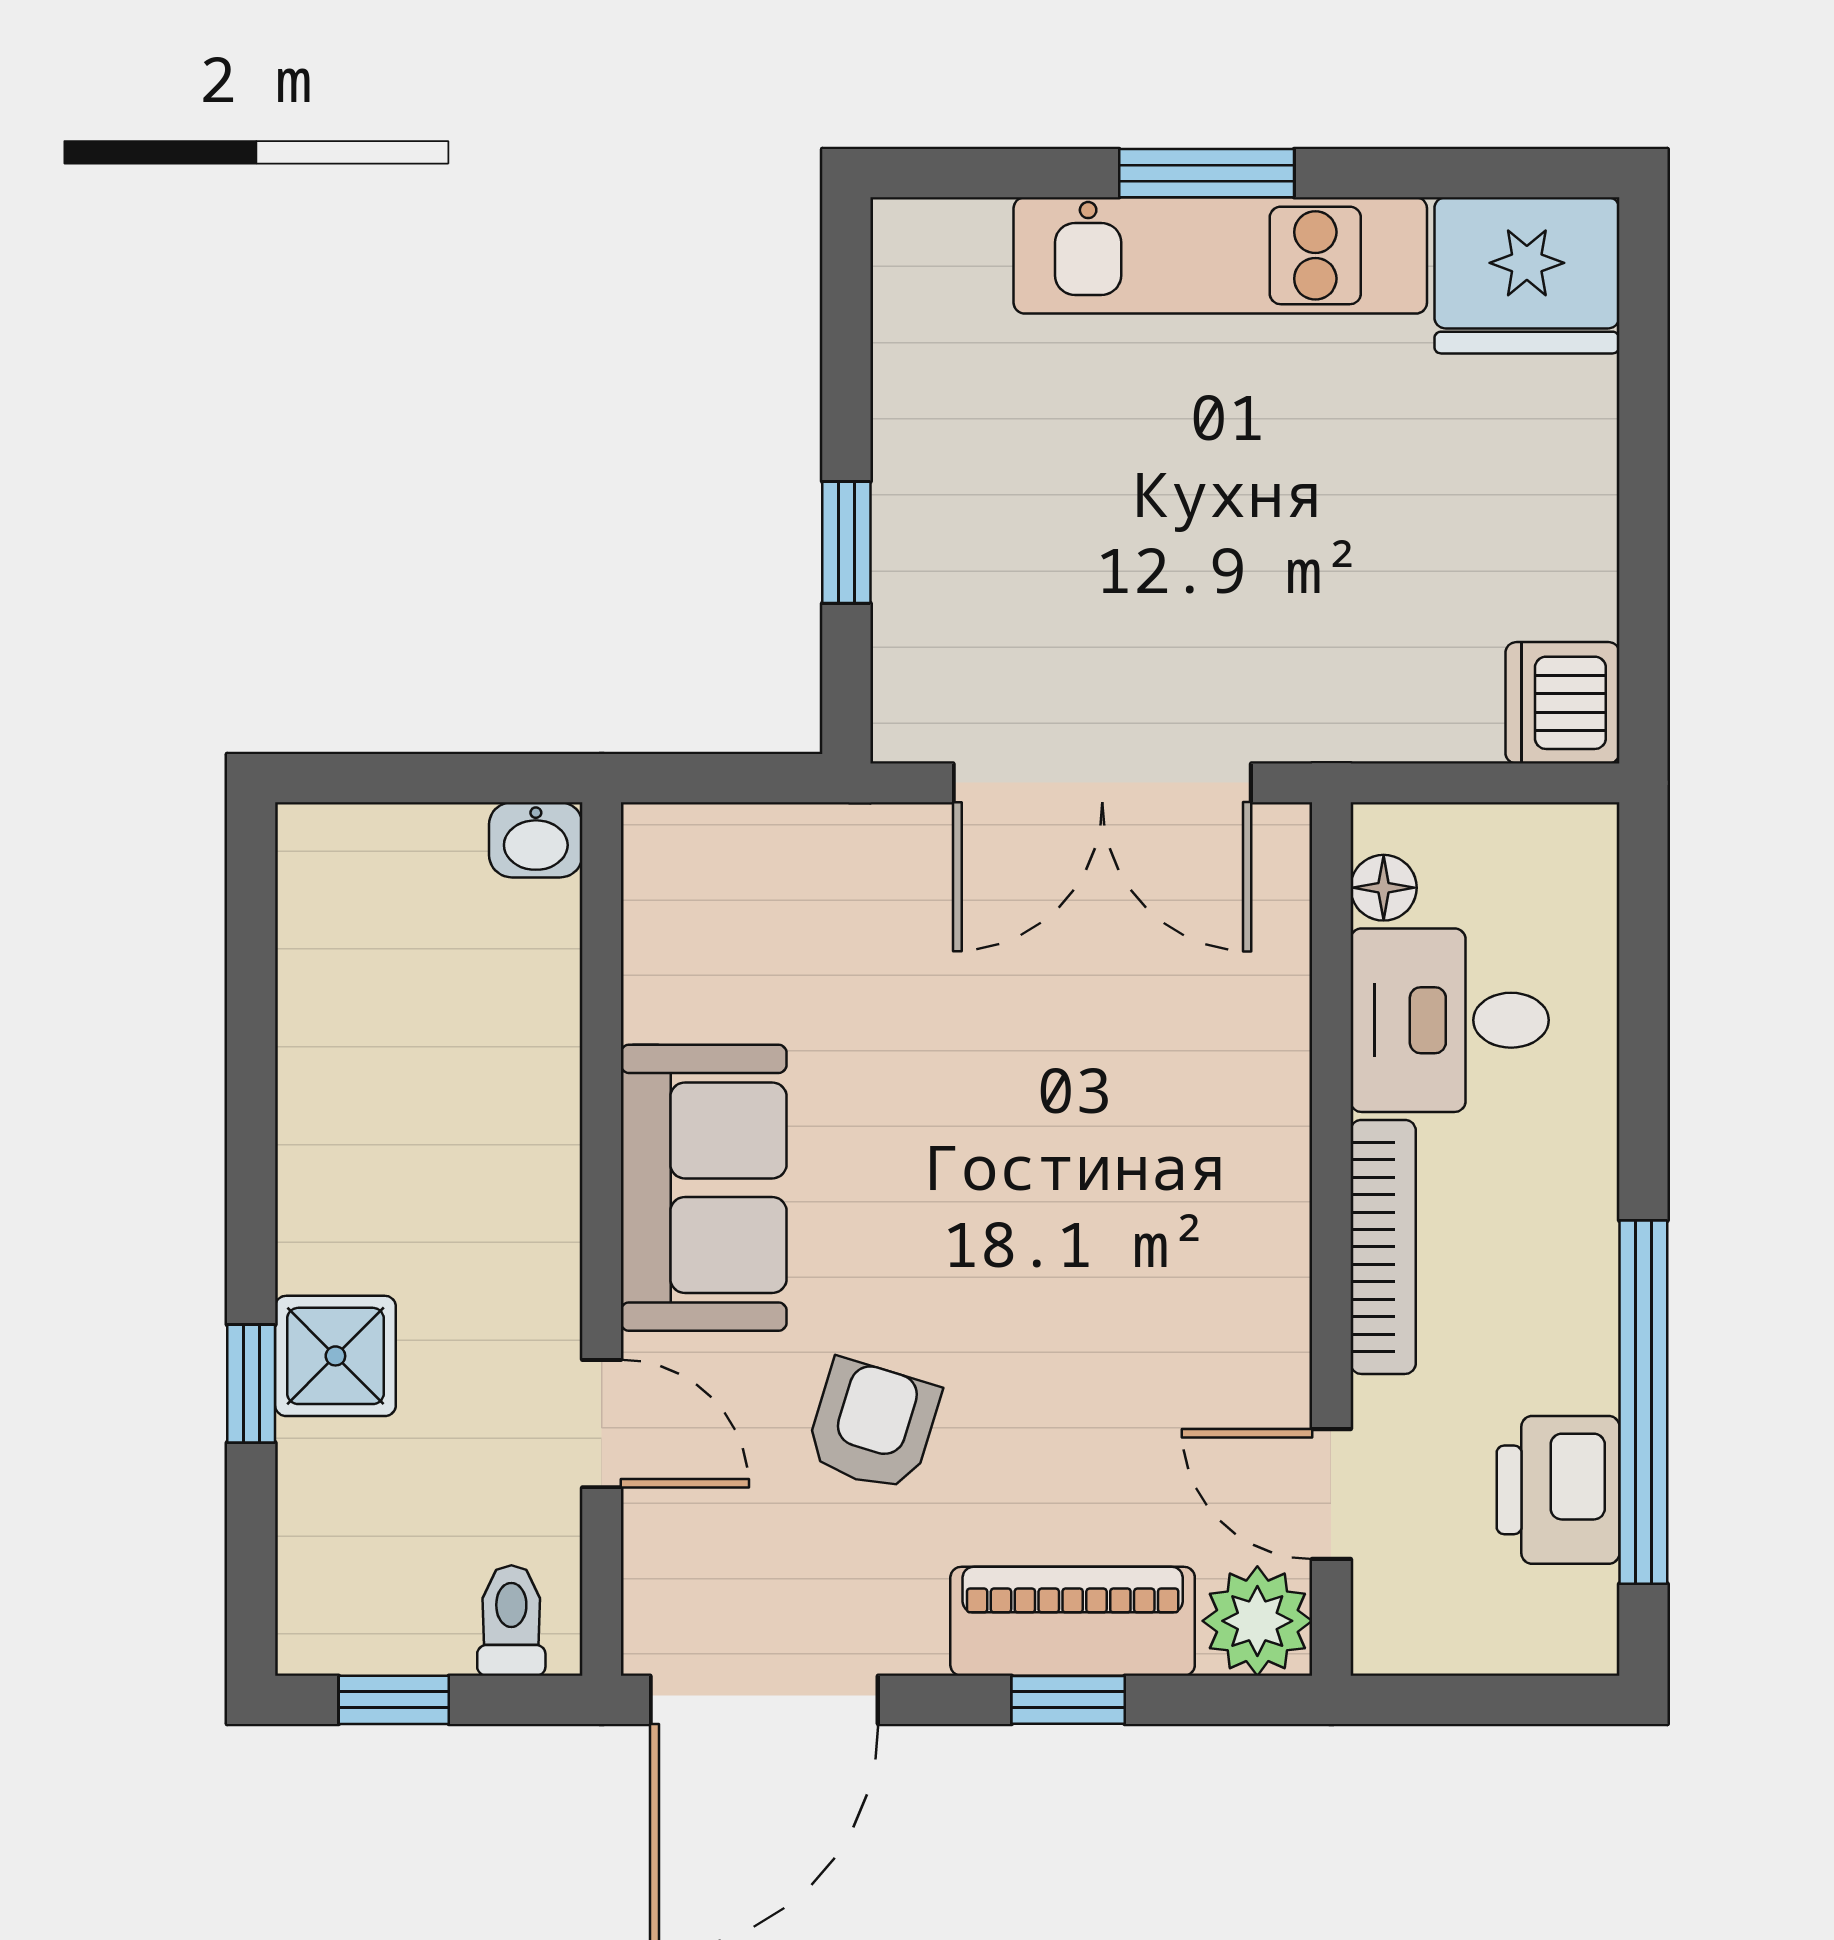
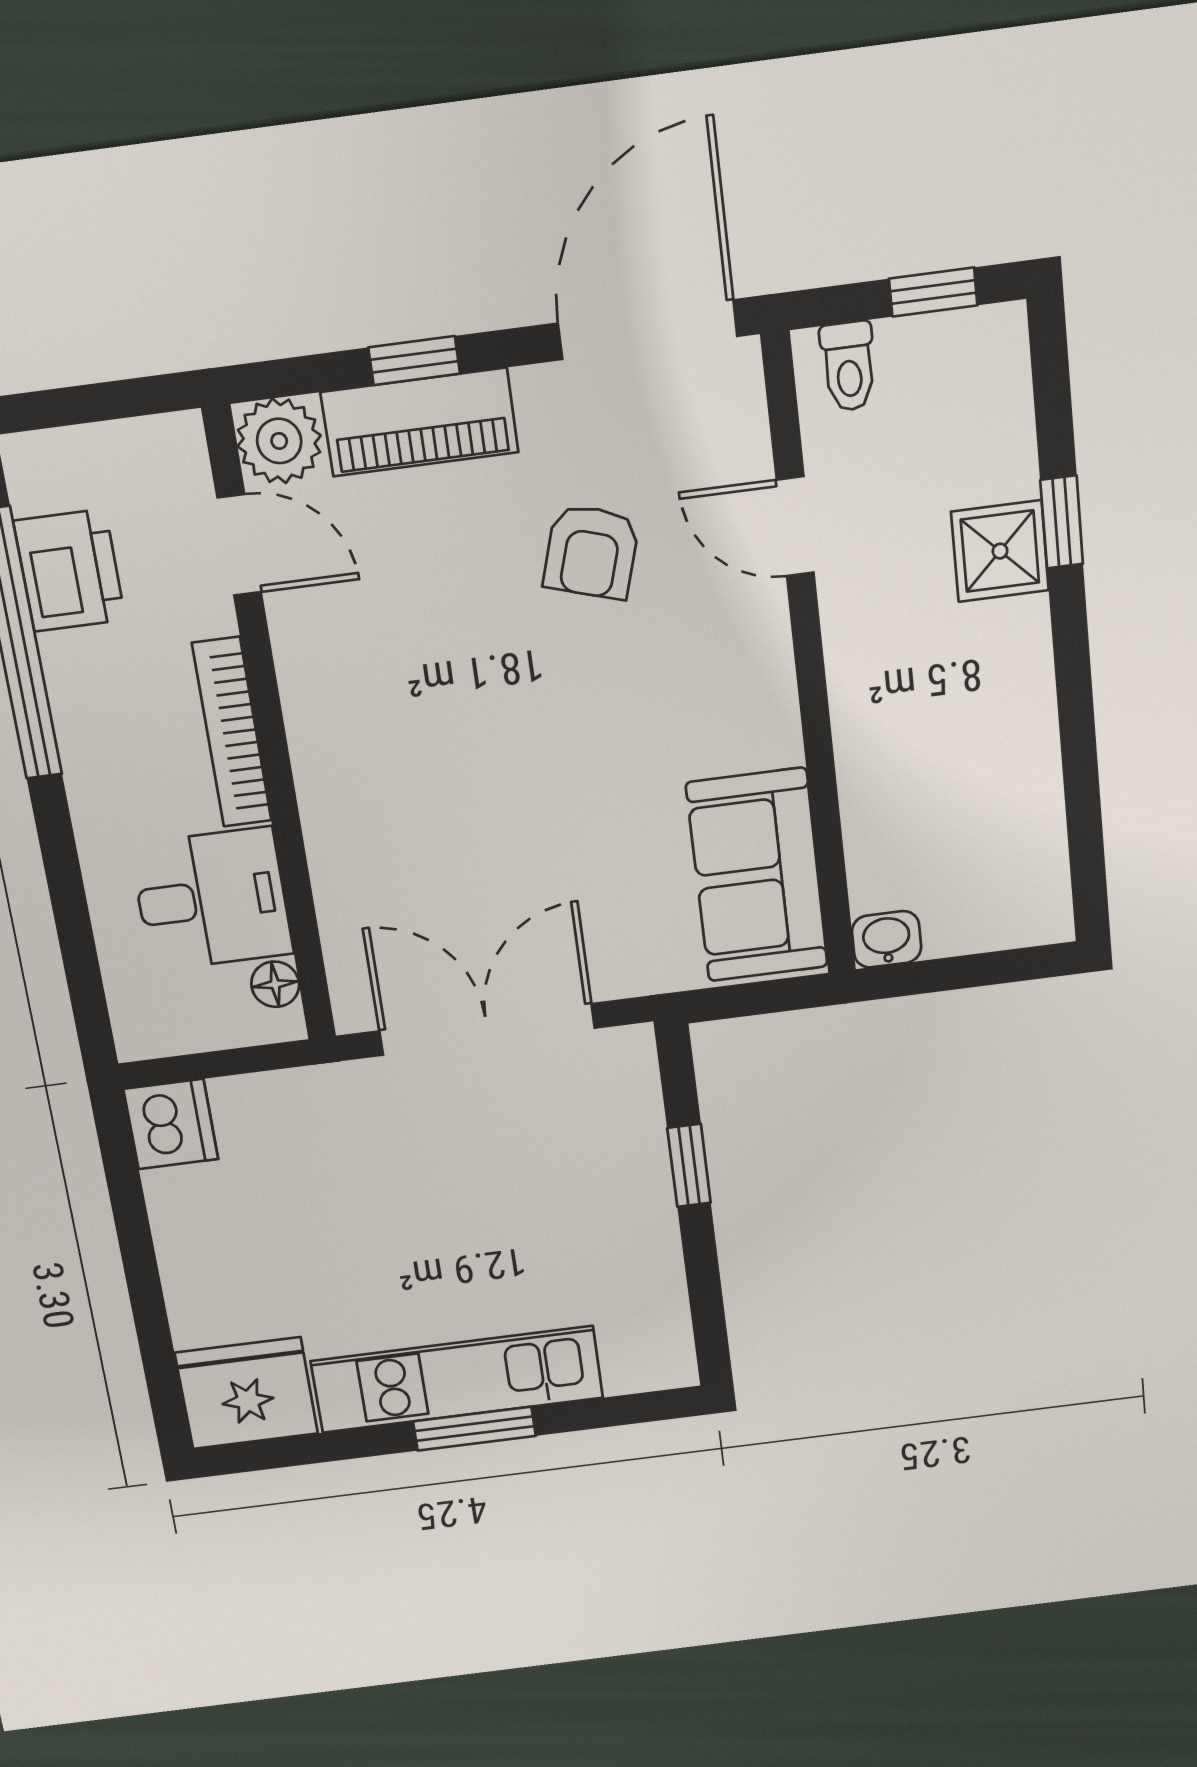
sofa: (704, 1188) -> (757, 875), moved

